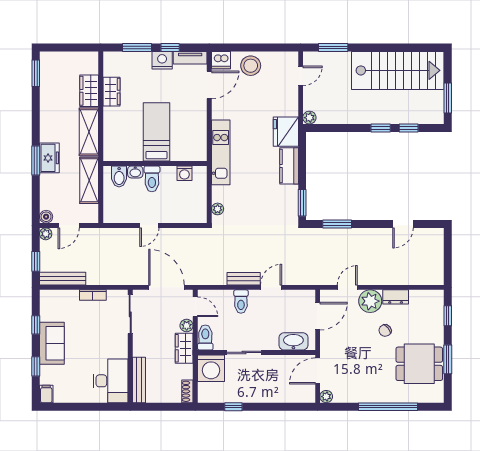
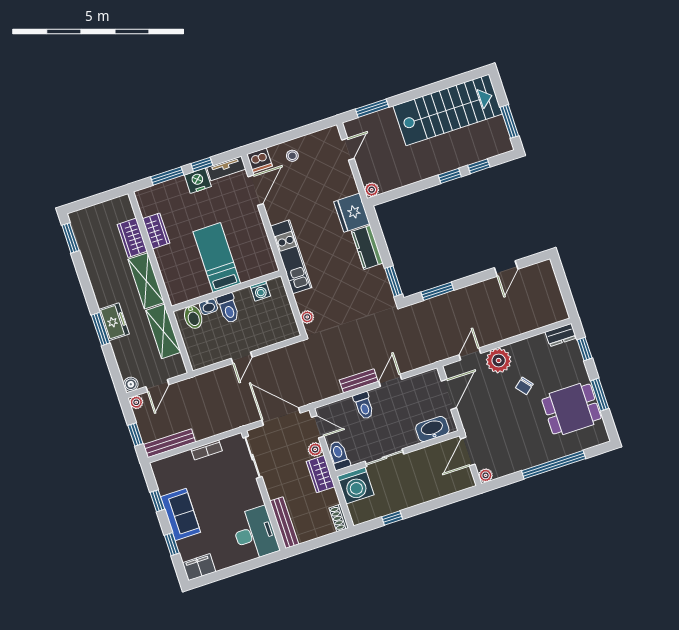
stool: (251, 66) -> (292, 156), width x0.53, depth x0.53
dresser: (396, 297) -> (561, 335), moved
filing cabinet: (46, 394) -> (199, 567), width x2.00

